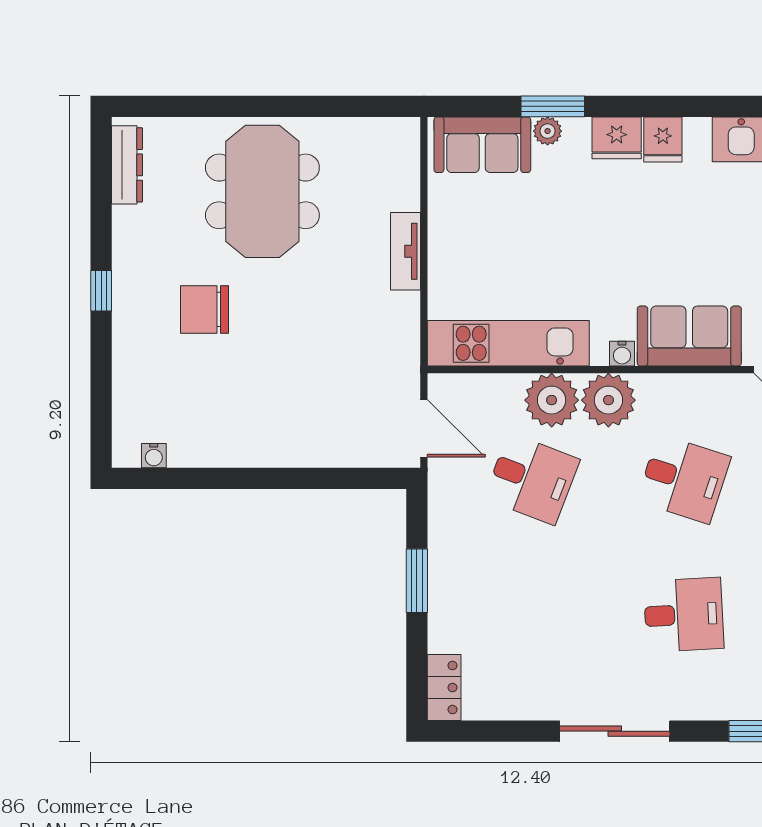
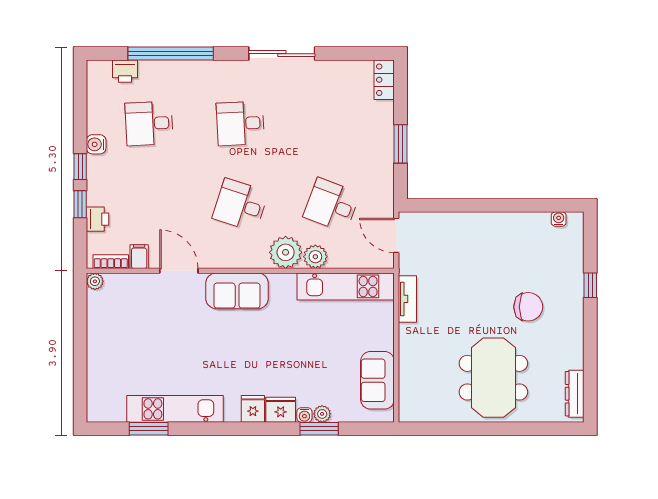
sofa: (482, 145) -> (377, 380), moved, turned -90
tv unit: (406, 251) -> (407, 299), moved
window: (101, 291) -> (590, 285), moved
water cooler: (622, 354) -> (304, 415), moved, turned 180
plant: (552, 400) -> (315, 257), width x0.73, depth x0.73

